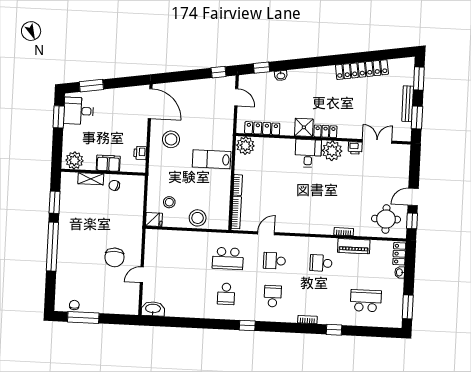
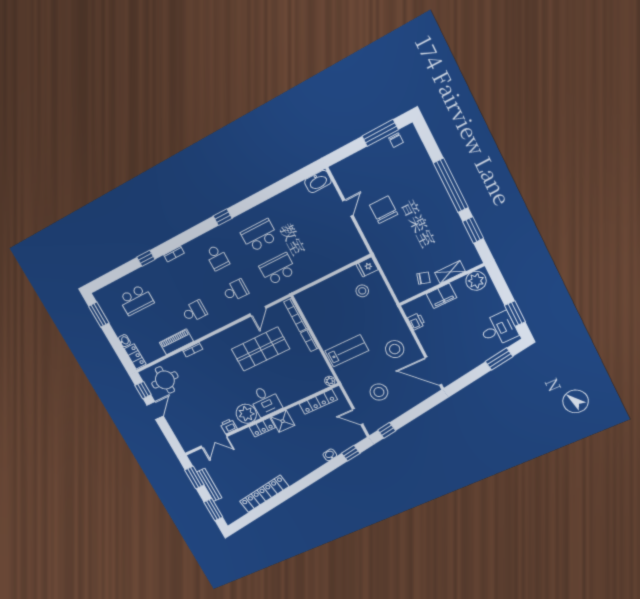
plant: (245, 145) -> (330, 381), width x0.53, depth x0.53
shop shelf: (284, 200) -> (261, 349), added
stool: (198, 218) -> (379, 392), moved
school desk: (226, 294) -> (259, 235), width x1.85

